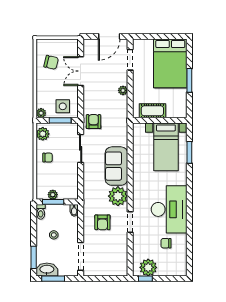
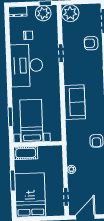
cot: (152, 111) -> (26, 153), moved
plant: (118, 196) -> (70, 13), moved
armchair: (102, 222) -> (91, 43), moved, turned -90
dresser: (177, 270) -> (18, 11), added

